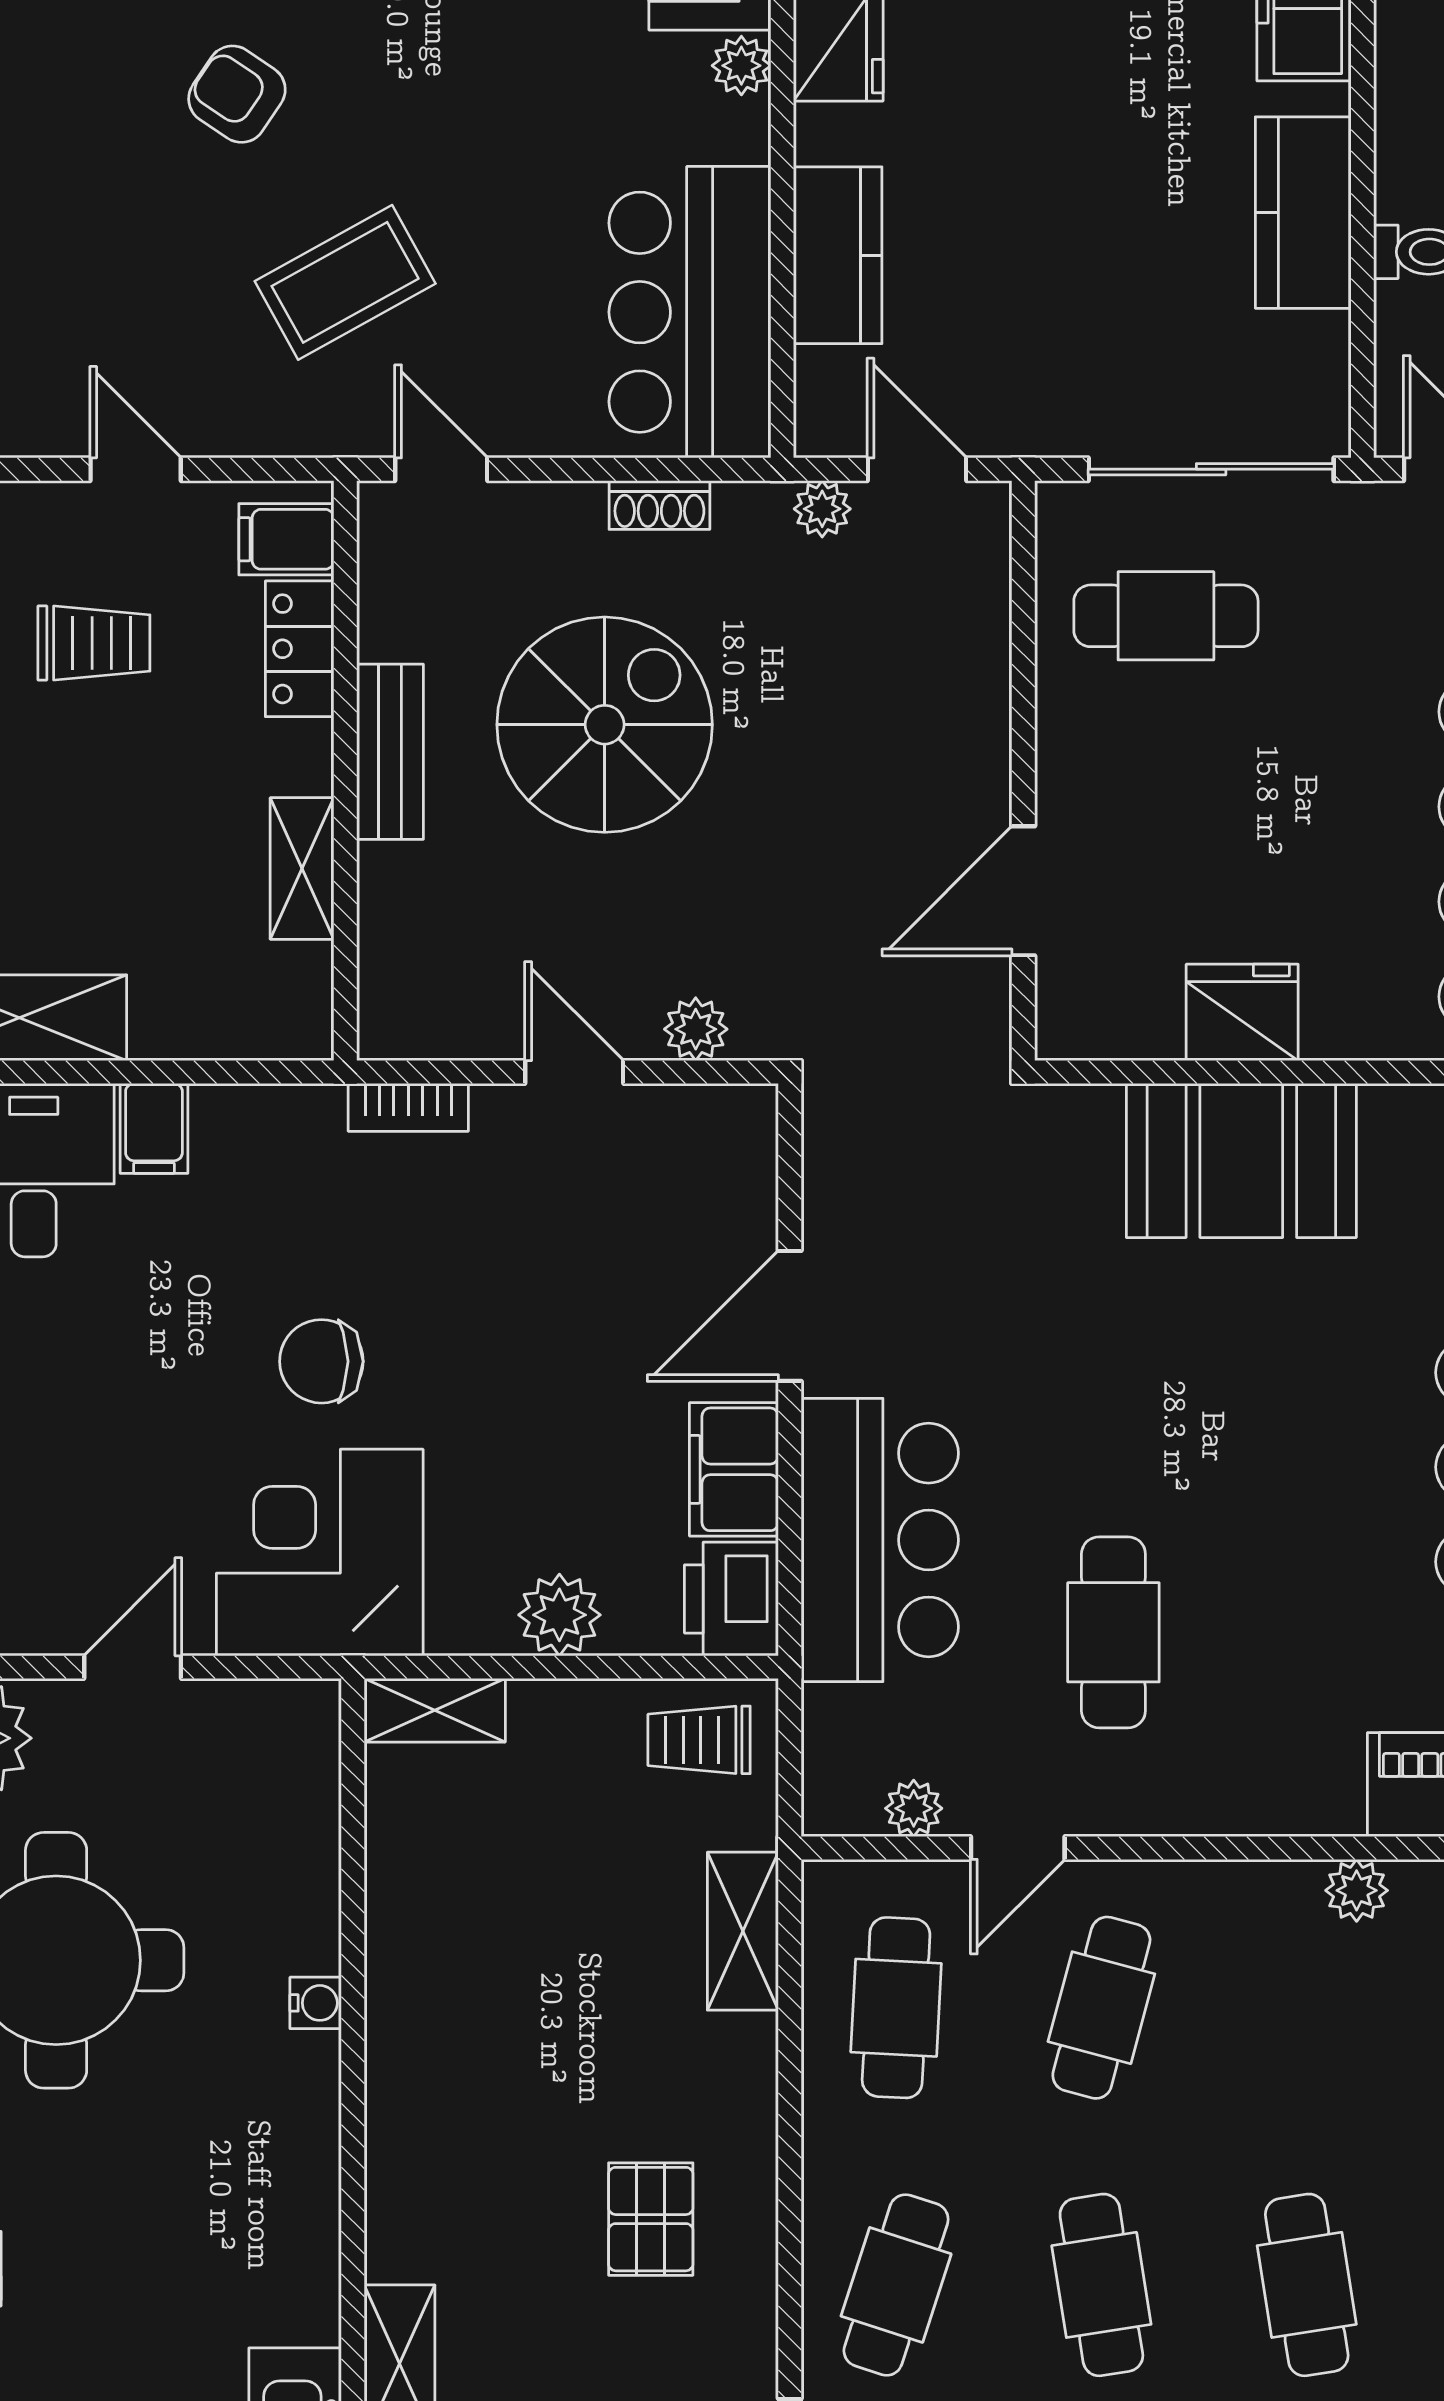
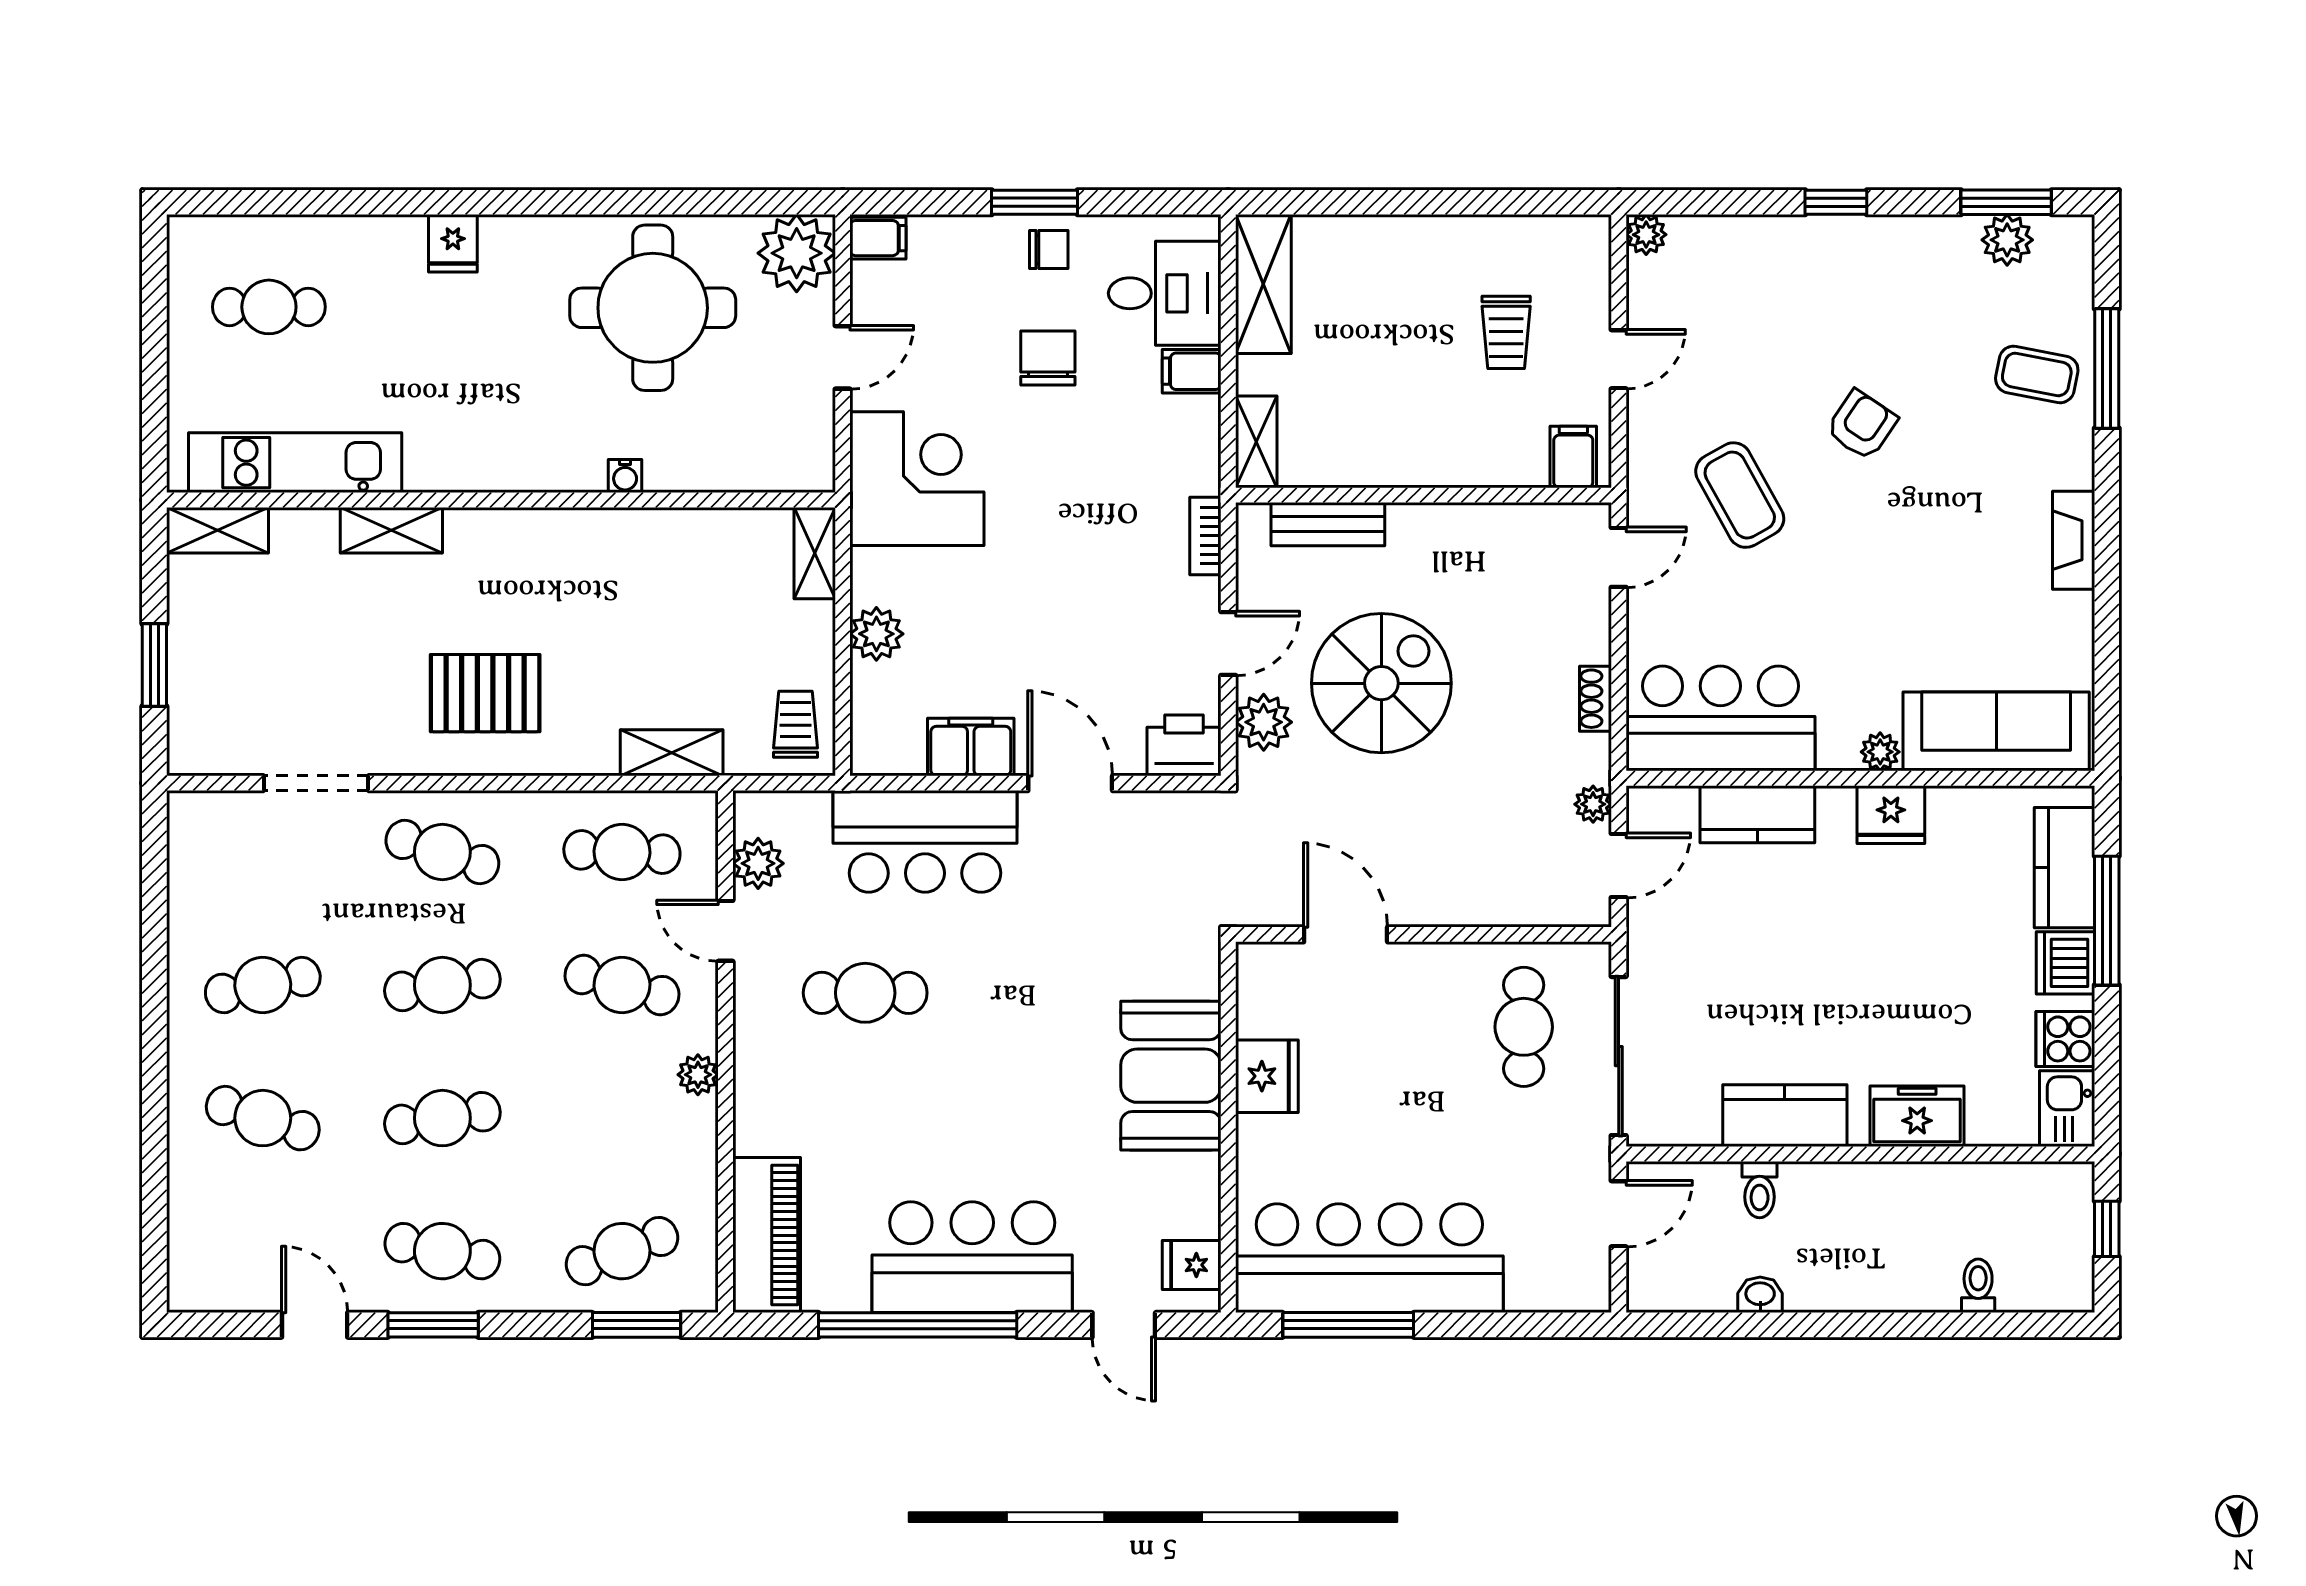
locker: (300, 649) -> (1502, 466), removed
spiral stairs: (605, 725) -> (1381, 683), moved, turned -90
bench: (390, 752) -> (1328, 524), moved
shelving: (302, 868) -> (1256, 442), moved, turned 90
plant: (696, 1029) -> (1264, 722), width x1.38, depth x1.38
chair: (321, 1361) -> (1048, 358), moved
printer: (731, 1599) -> (1184, 745), moved
door: (133, 1667) -> (843, 357), hinge flipped
plant: (914, 1808) -> (758, 863), width x1.38, depth x1.38
plant: (1357, 1890) -> (698, 1075), moved
pallet: (651, 2219) -> (485, 693), width x1.50, depth x1.42

